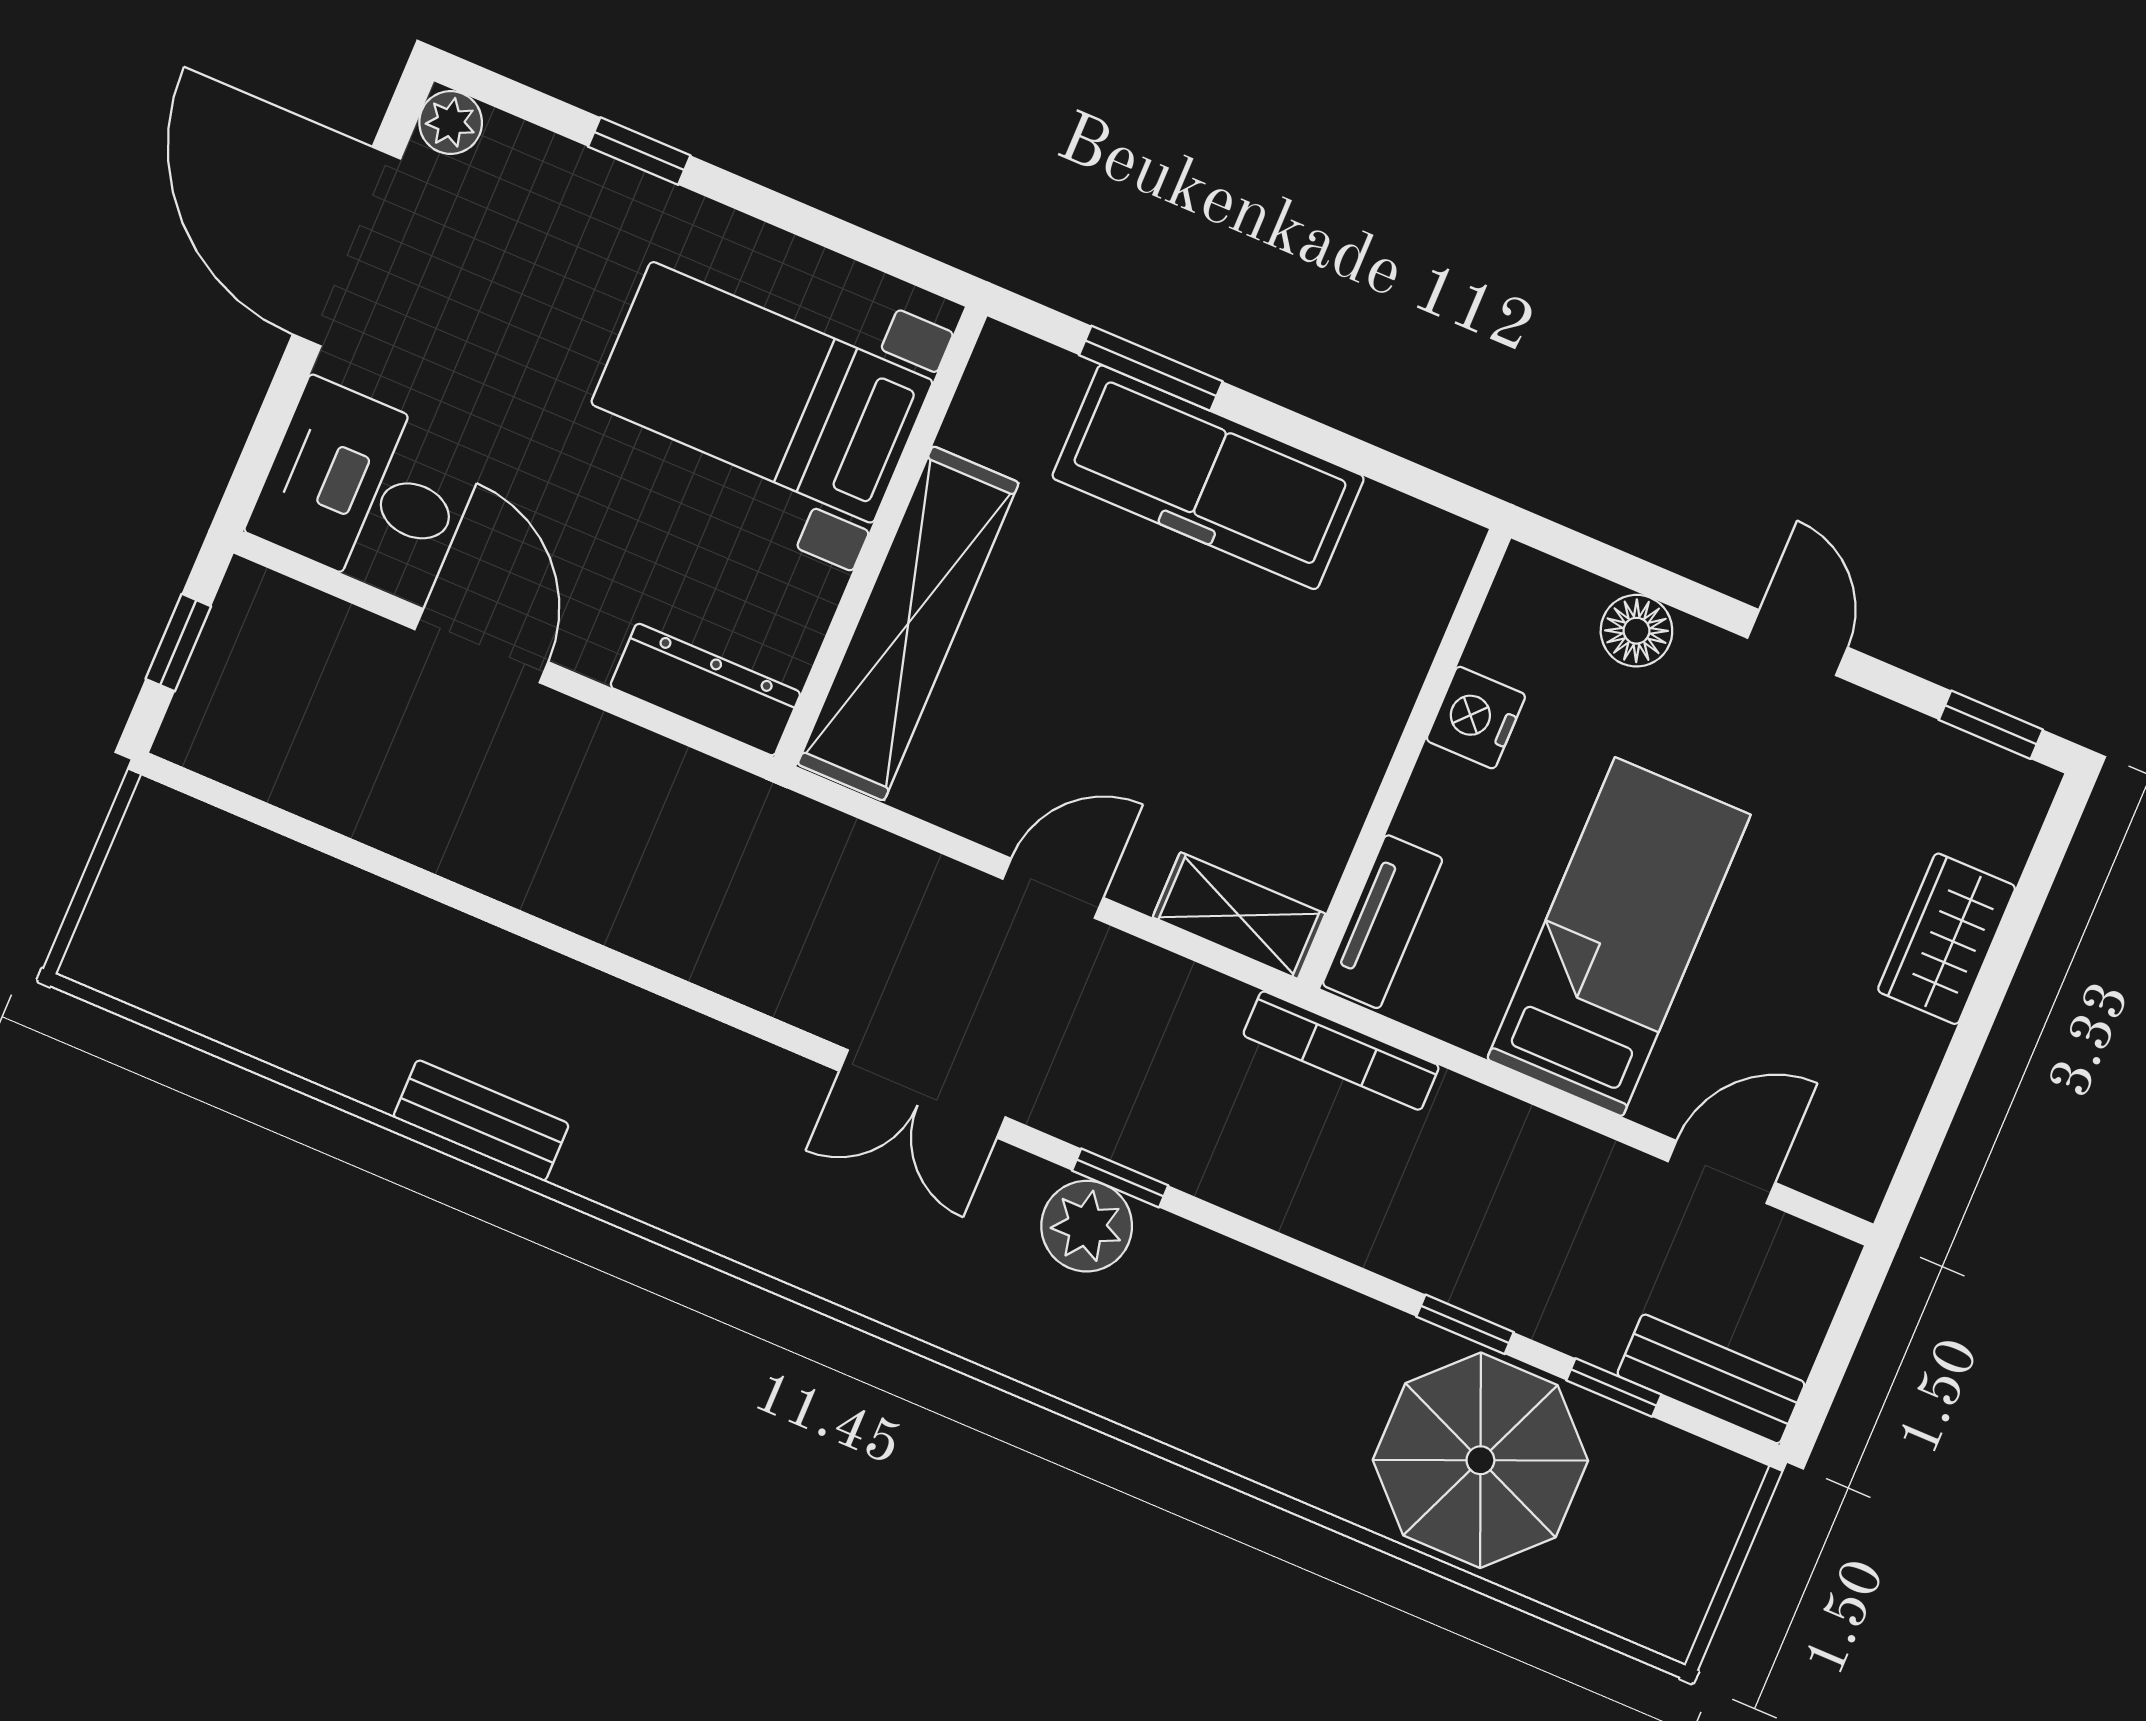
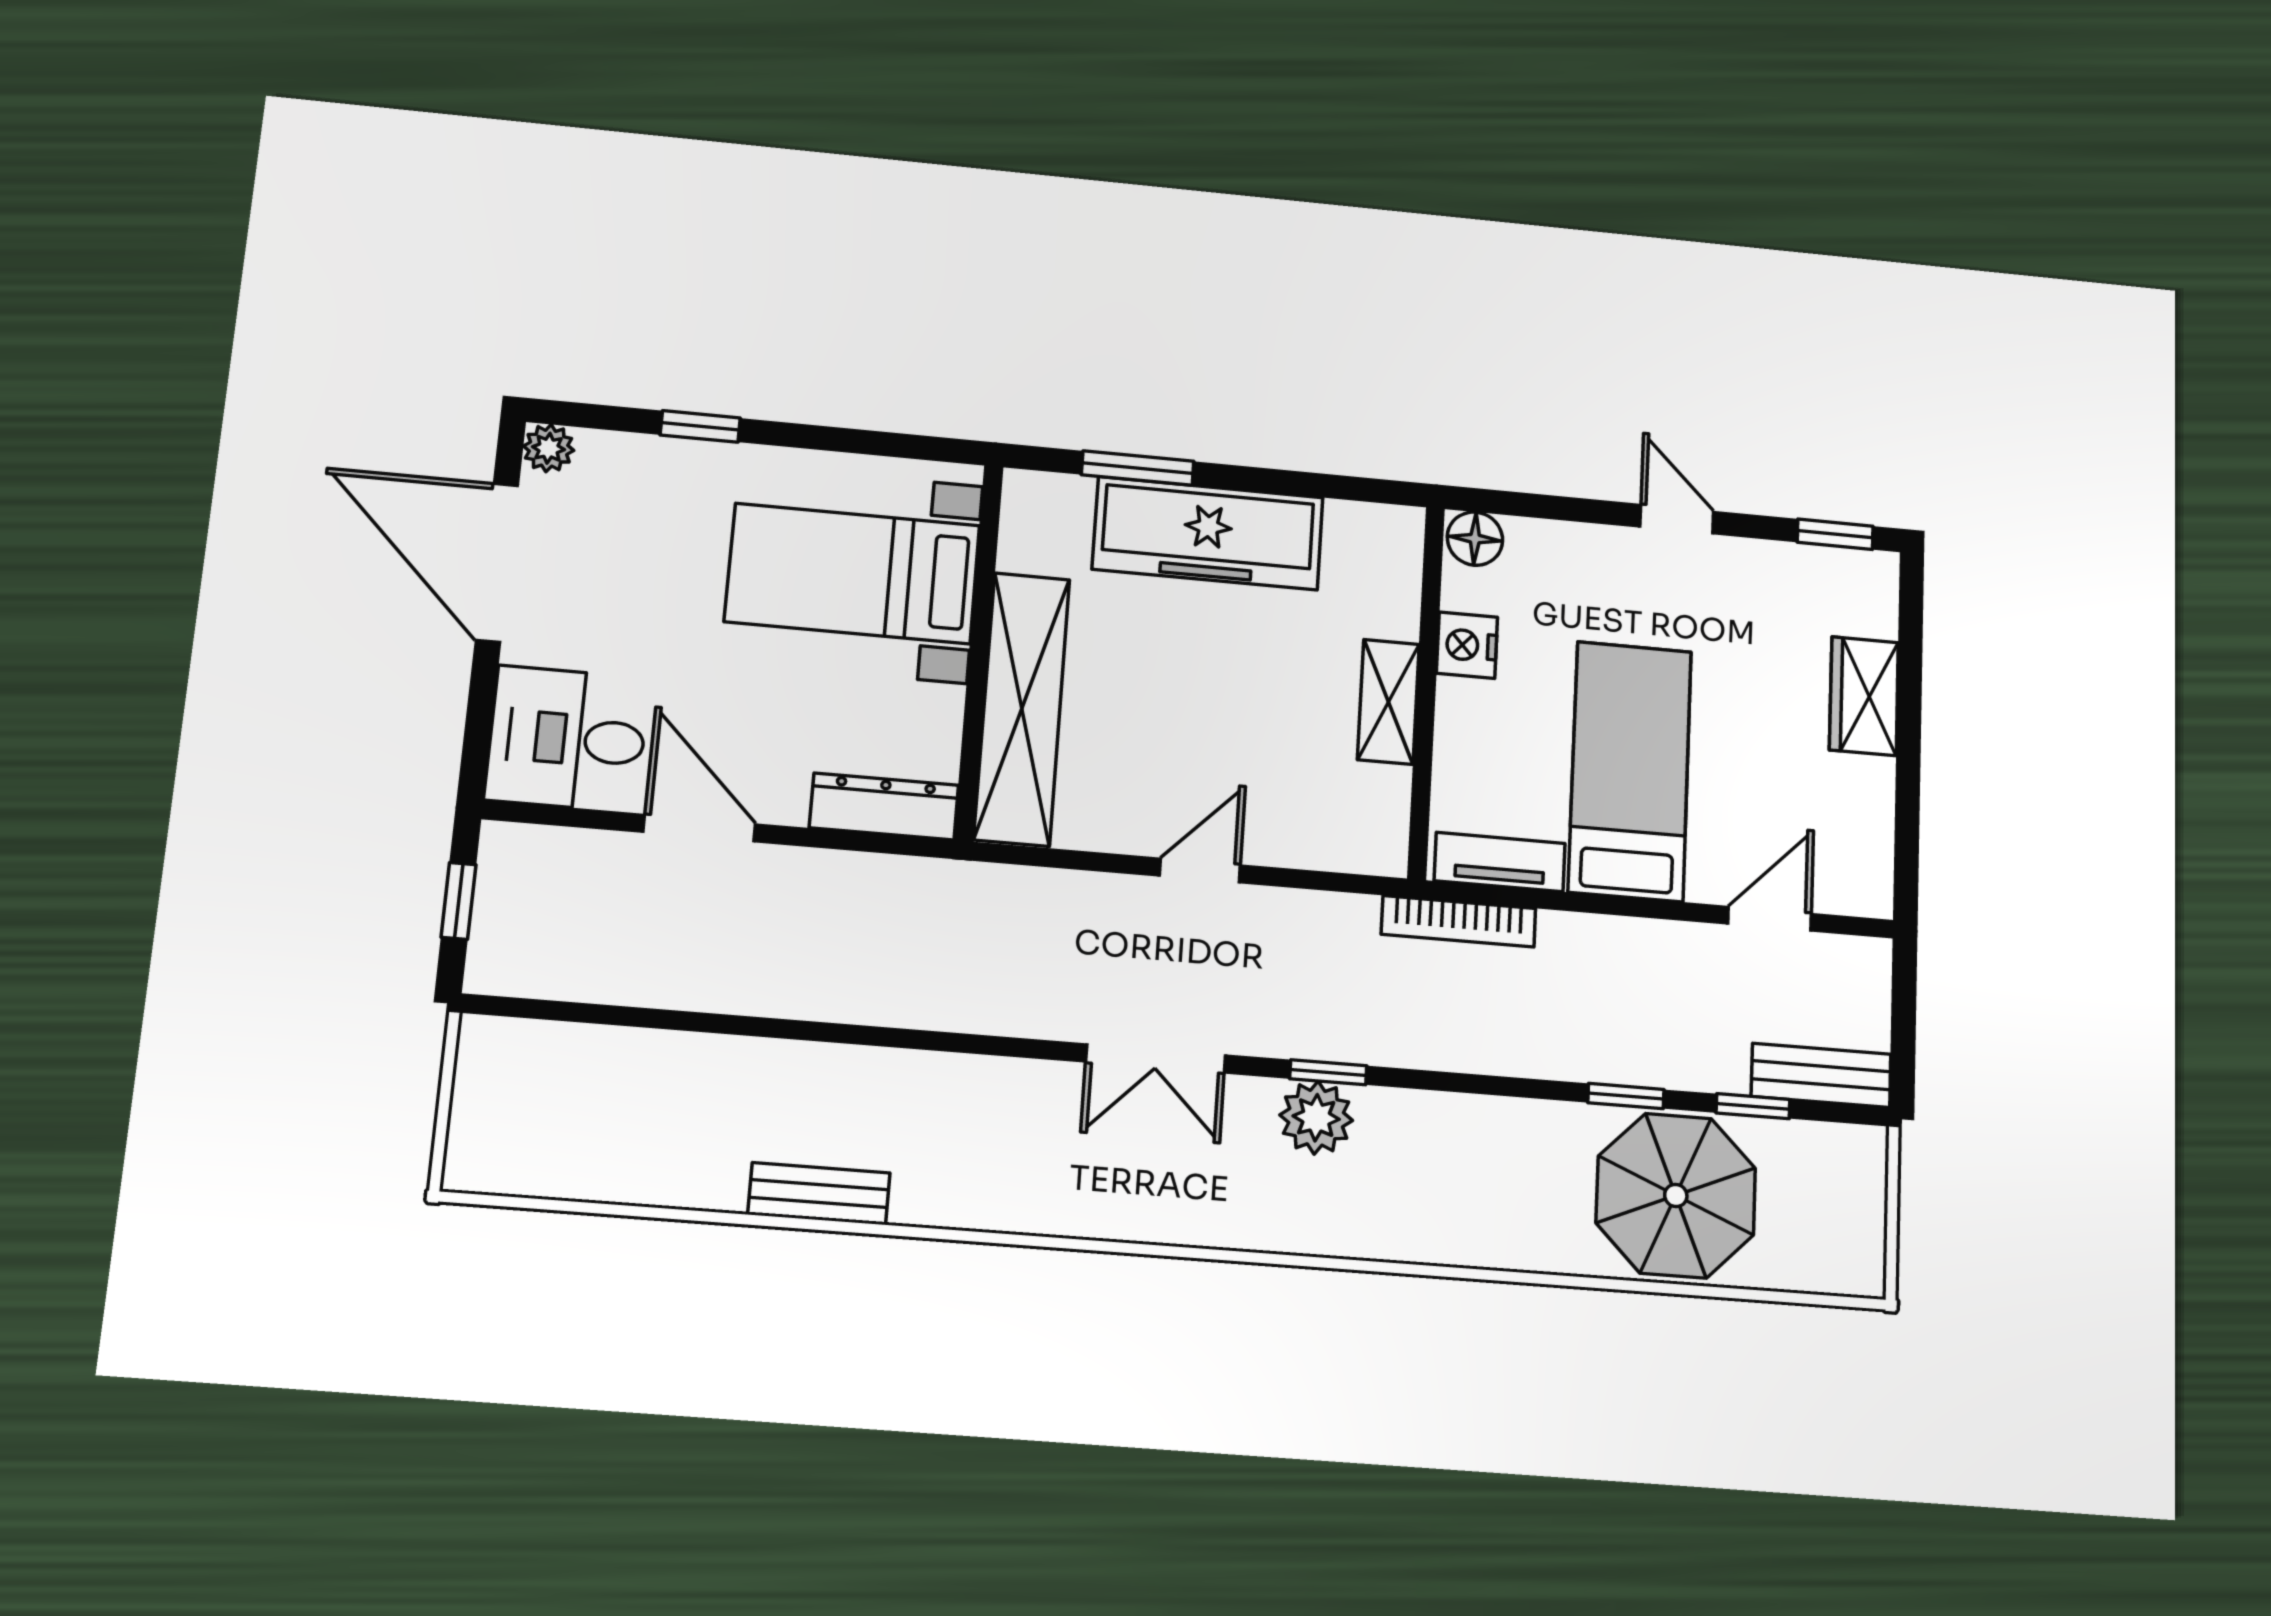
floor lamp: (1636, 631) -> (1475, 539), moved
shelving: (1239, 916) -> (1388, 702), moved, turned 90
tv unit: (1383, 922) -> (1500, 862), moved, turned -90

